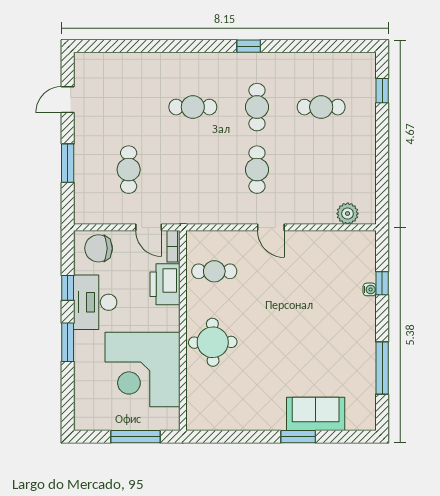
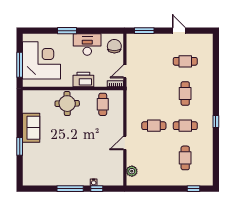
door: (68, 100) -> (179, 31), moved
window: (68, 163) -> (144, 31), moved
cafe table: (129, 170) -> (185, 61), moved
door: (271, 227) -> (125, 143), moved
printer: (165, 284) -> (83, 80), moved
window: (68, 288) -> (94, 31), removed
window: (382, 368) -> (70, 189), moved
corner desk: (142, 369) -> (42, 60), moved, turned 90
sofa: (316, 414) -> (31, 128), moved

